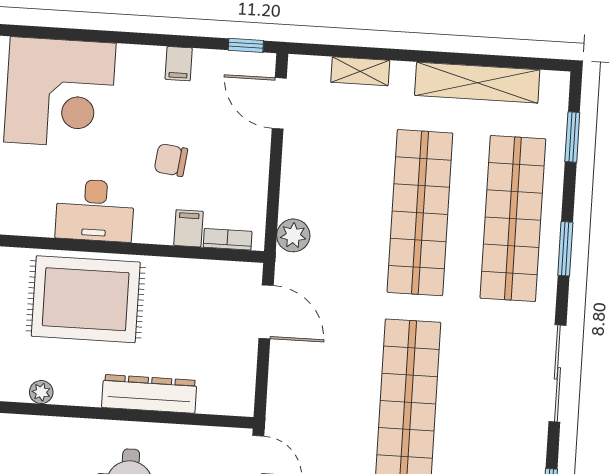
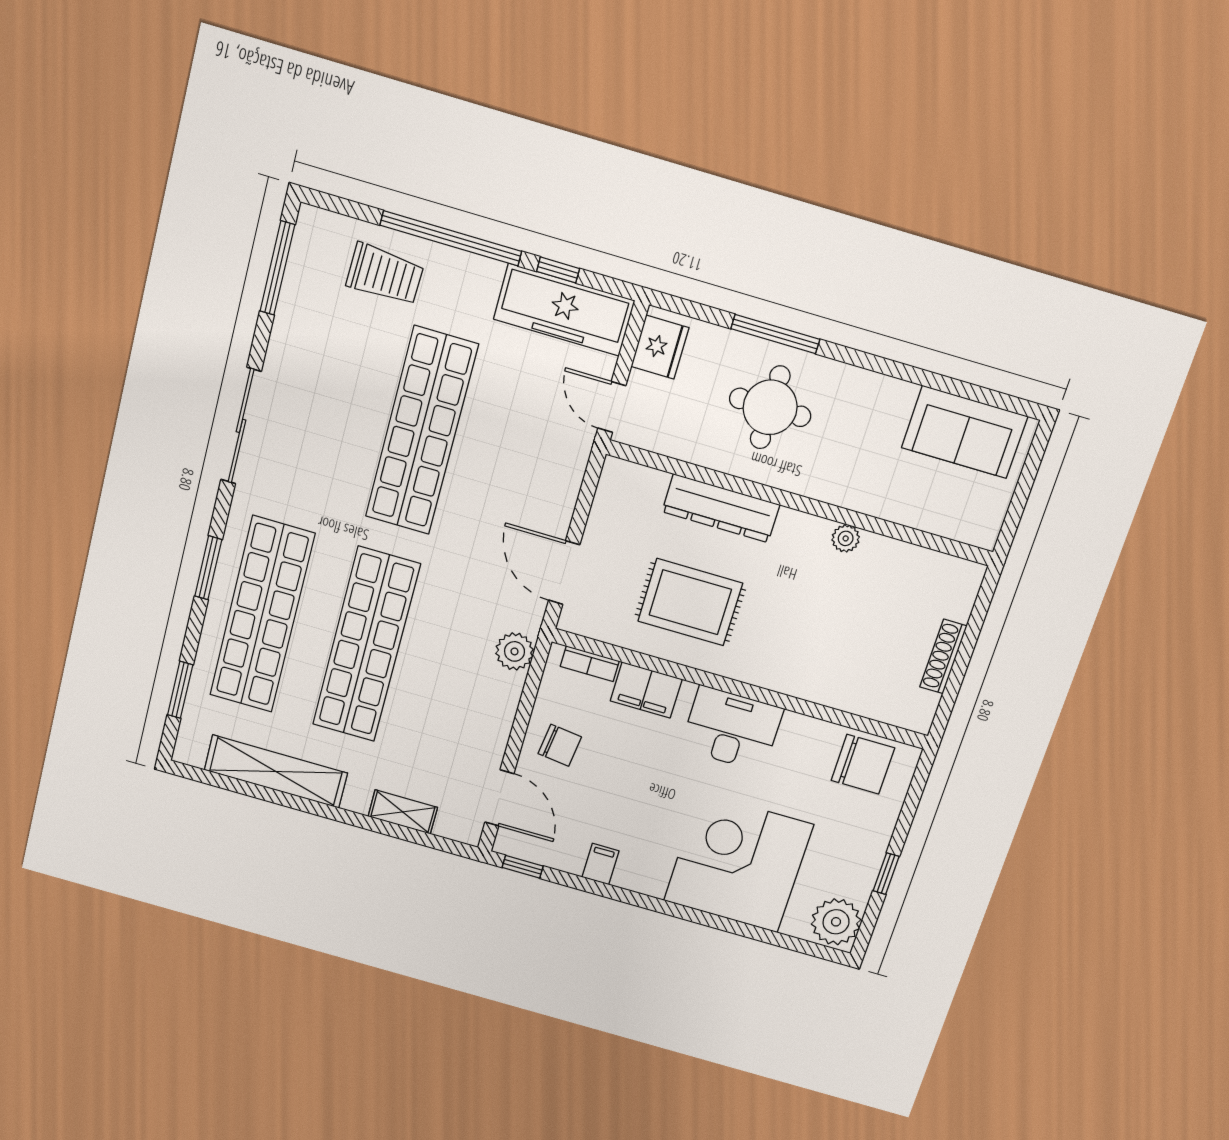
chair: (171, 160) -> (560, 745), moved
filing cabinet: (188, 228) -> (646, 690), width x2.00
rug: (86, 299) -> (690, 602), moved, width x0.73, depth x0.69

